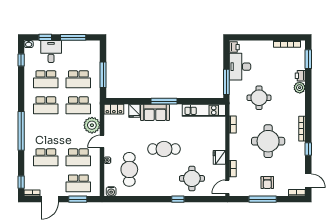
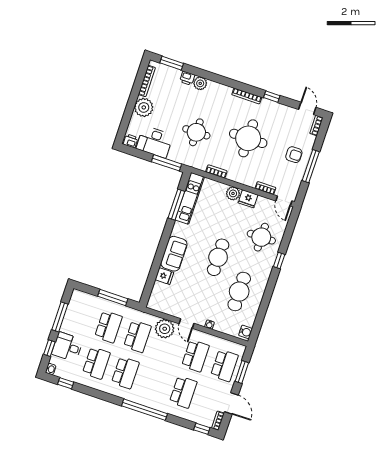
plant: (265, 49) -> (144, 107), added
window: (164, 101) -> (176, 205), moved
locker: (114, 109) -> (155, 298), removed
plant: (220, 144) -> (233, 193), added
cafe table: (129, 169) -> (239, 292), moved, turned 90
door: (308, 181) -> (307, 108), hinge flipped

